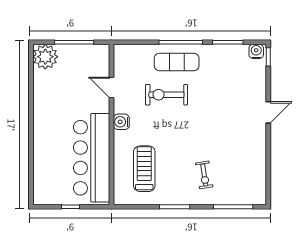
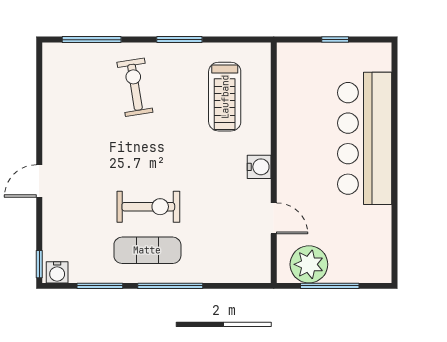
plant: (45, 57) -> (309, 264), moved
exercise mat: (177, 62) -> (147, 250), moved
exercise bike: (166, 95) -> (148, 207), moved
bar counter: (92, 158) -> (365, 138), moved, turned 180
exercise bike: (204, 175) -> (135, 87), width x1.38, depth x1.39

